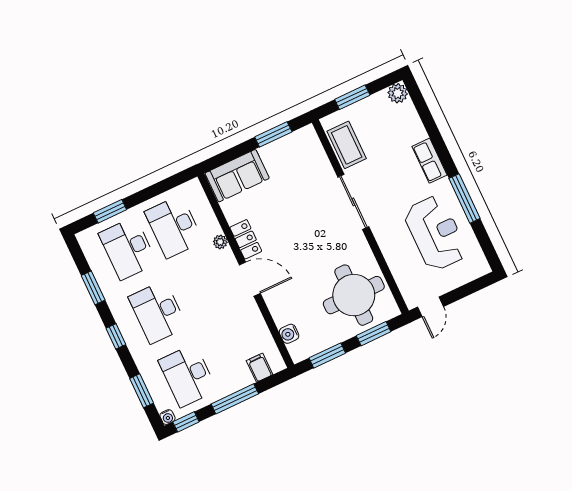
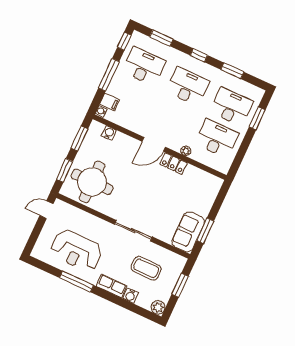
water cooler: (417, 132) -> (130, 295), added
coffee table: (347, 145) -> (146, 268), moved
sofa: (237, 176) -> (188, 232), moved
door: (431, 307) -> (46, 210), hinge flipped
water cooler: (167, 417) -> (101, 111), moved

